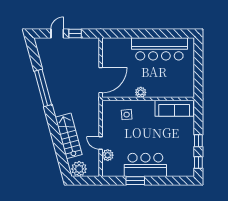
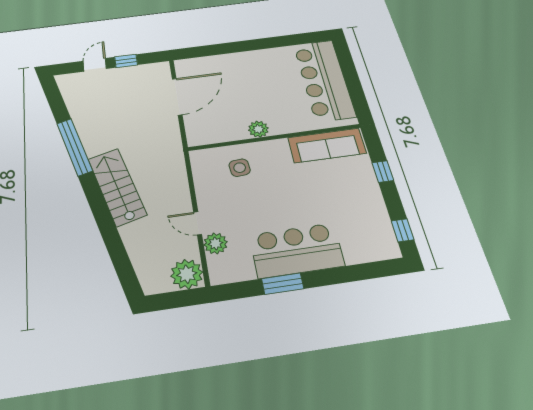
bar counter: (159, 49) -> (324, 80), moved, turned 90
door: (101, 80) -> (177, 97), moved
stairs: (69, 136) -> (117, 187), moved
window: (198, 141) -> (383, 172), moved
plant: (79, 169) -> (187, 274), moved

